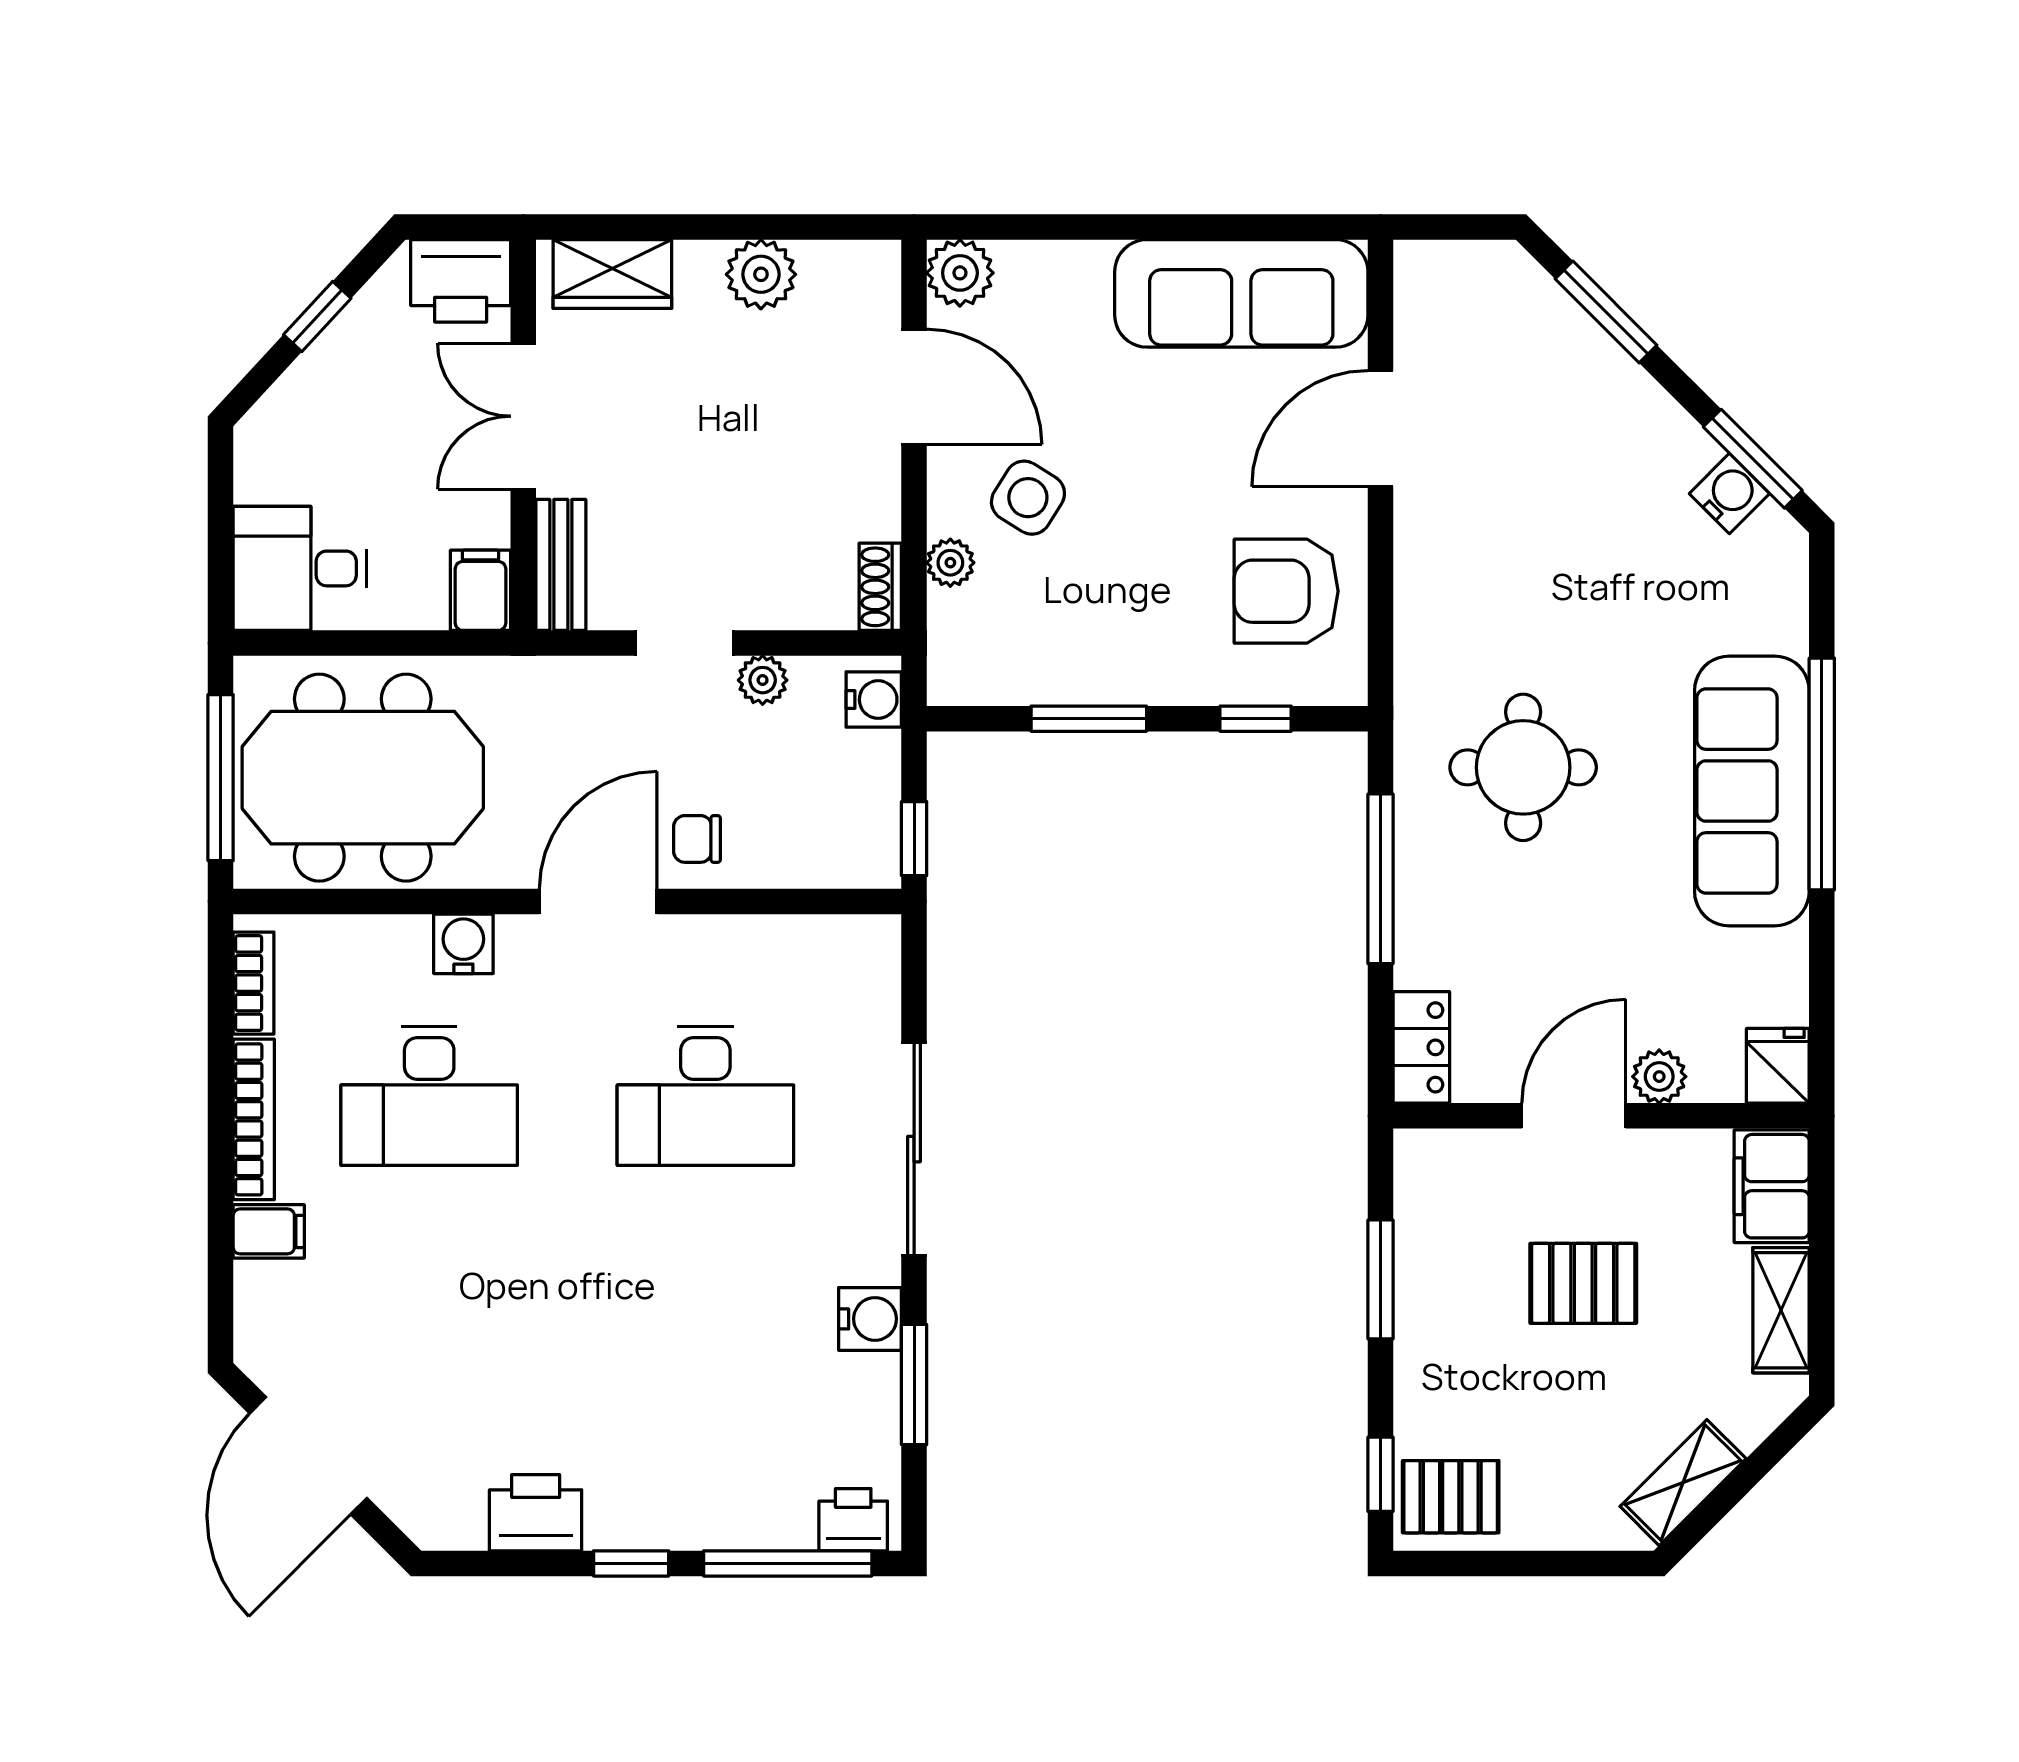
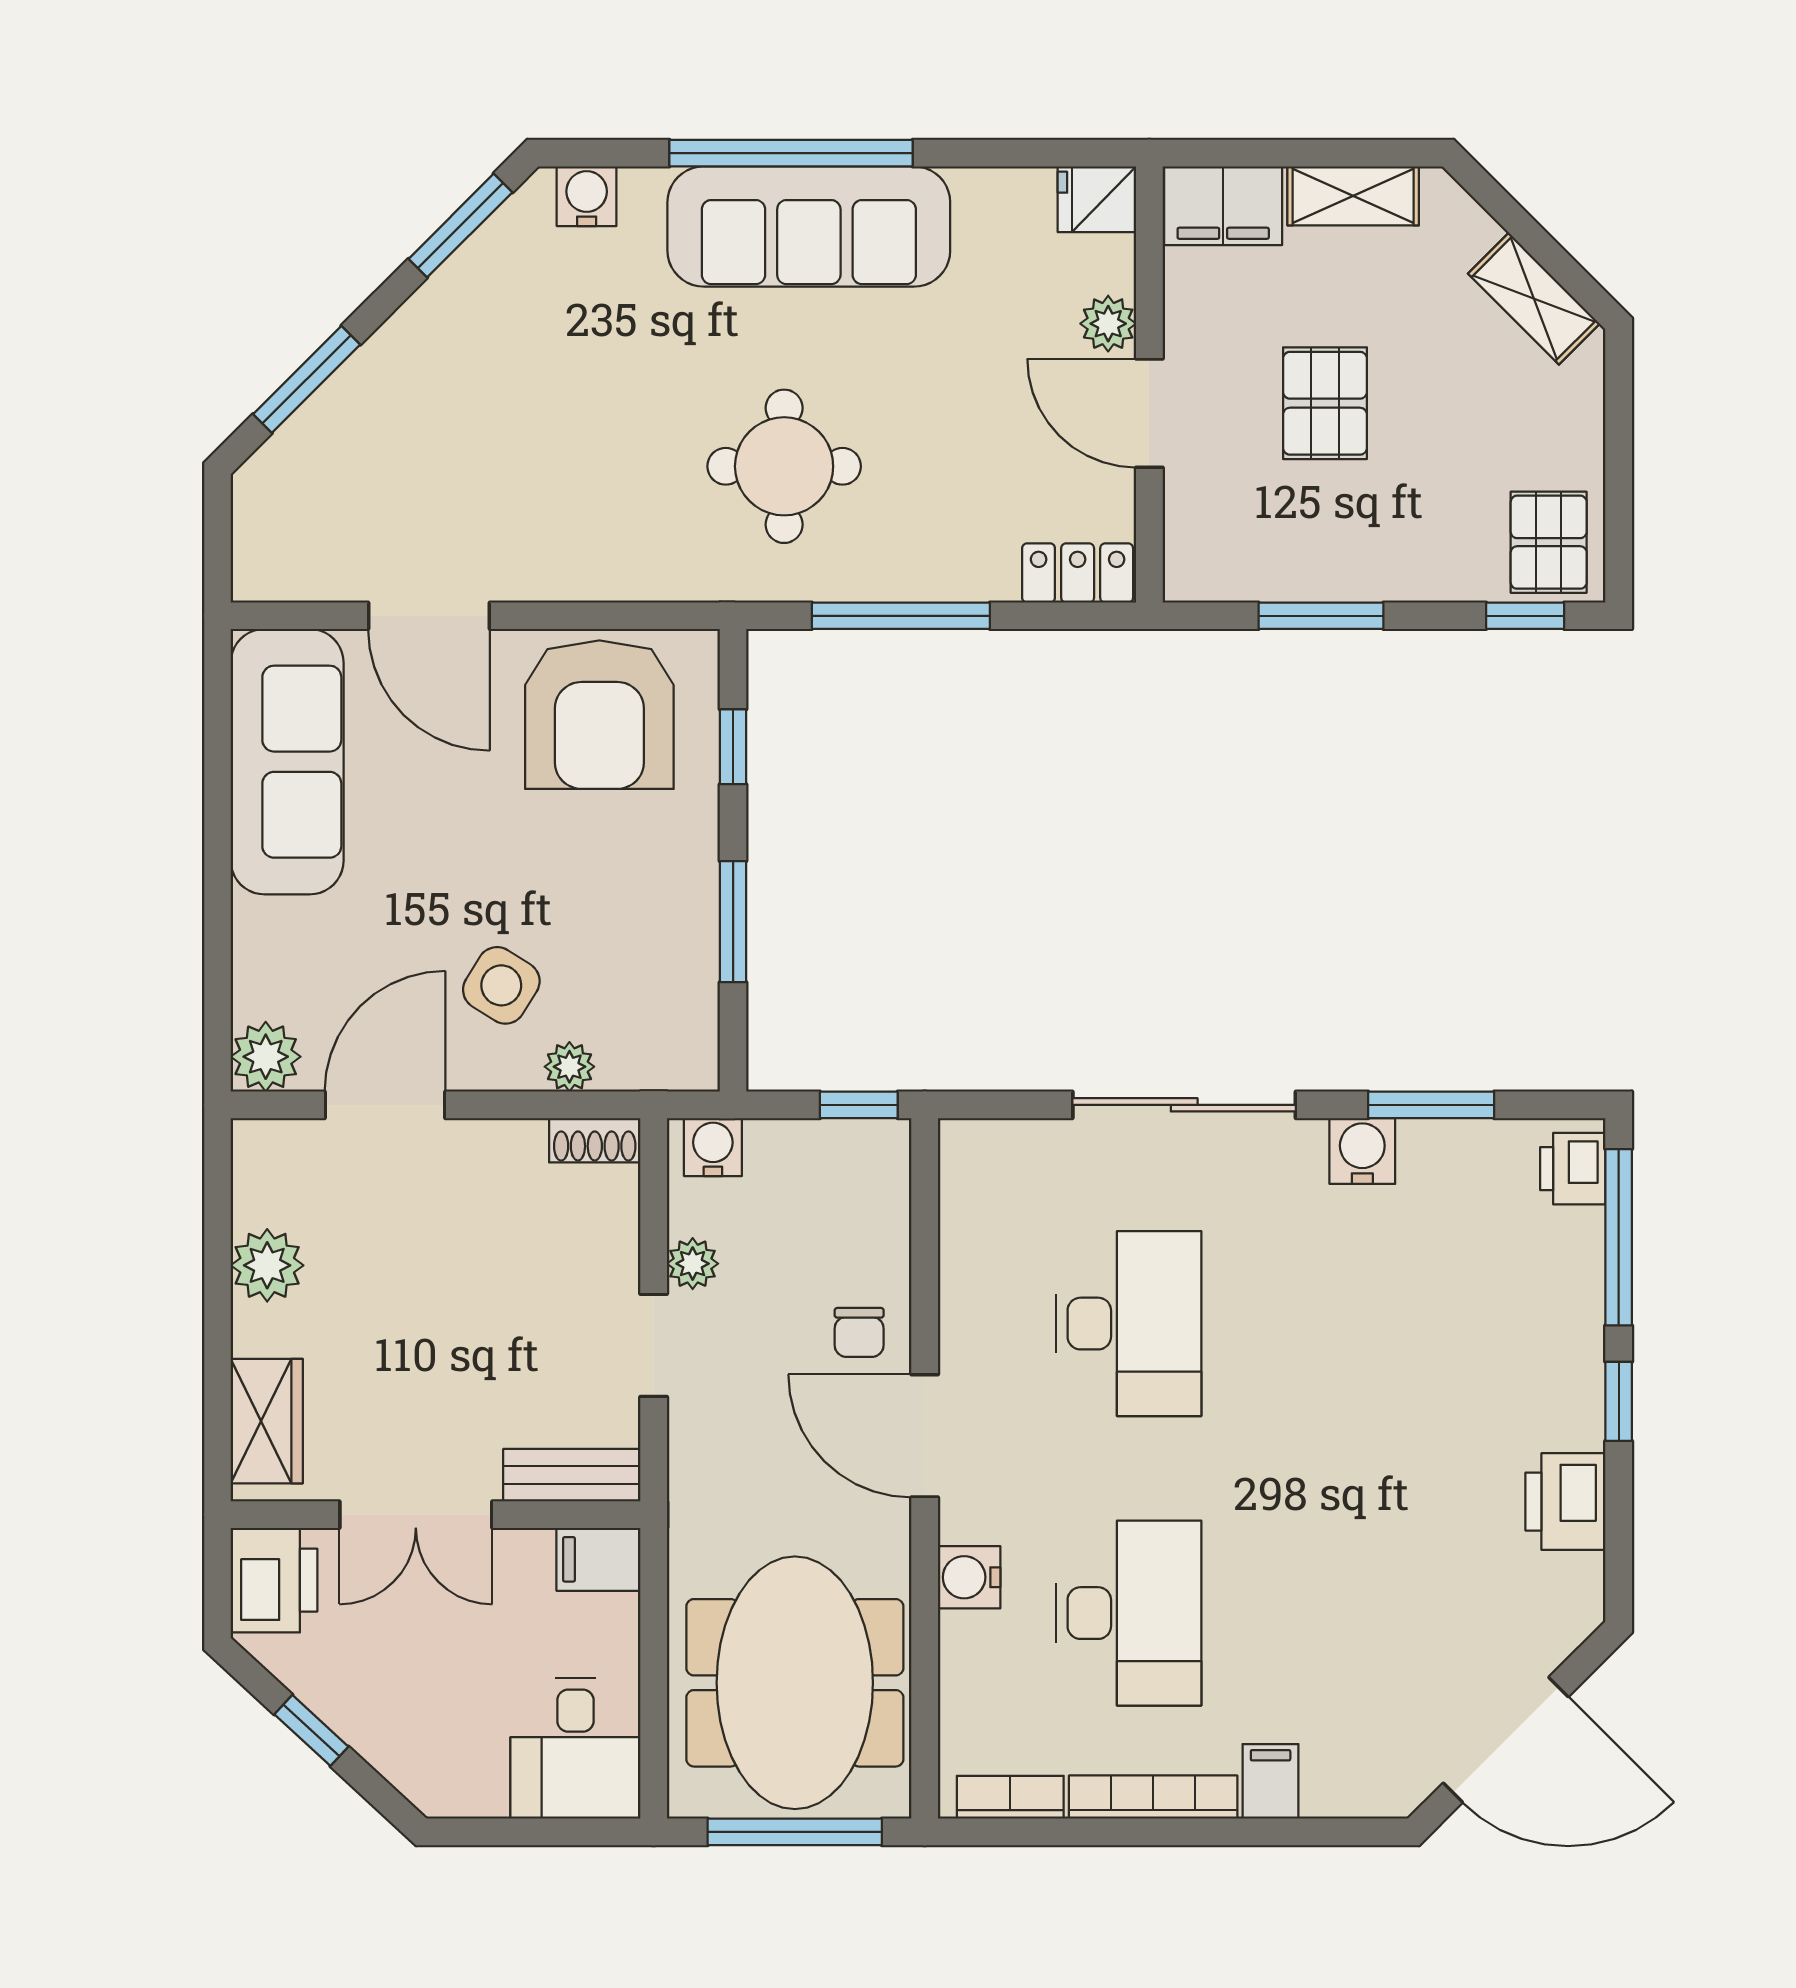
water cooler: (1729, 494) -> (587, 196), moved, turned 45
armchair: (1286, 591) -> (599, 715), width x1.36, depth x1.36

